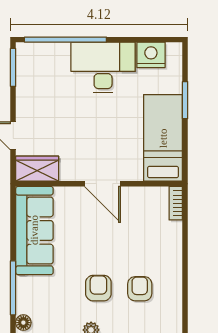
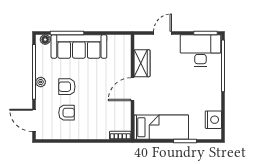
desk: (103, 67) -> (200, 51), moved, turned -90
wardrobe: (37, 169) -> (142, 63), moved
sofa: (34, 230) -> (79, 46), moved
armchair: (98, 288) -> (67, 87), turned 180

